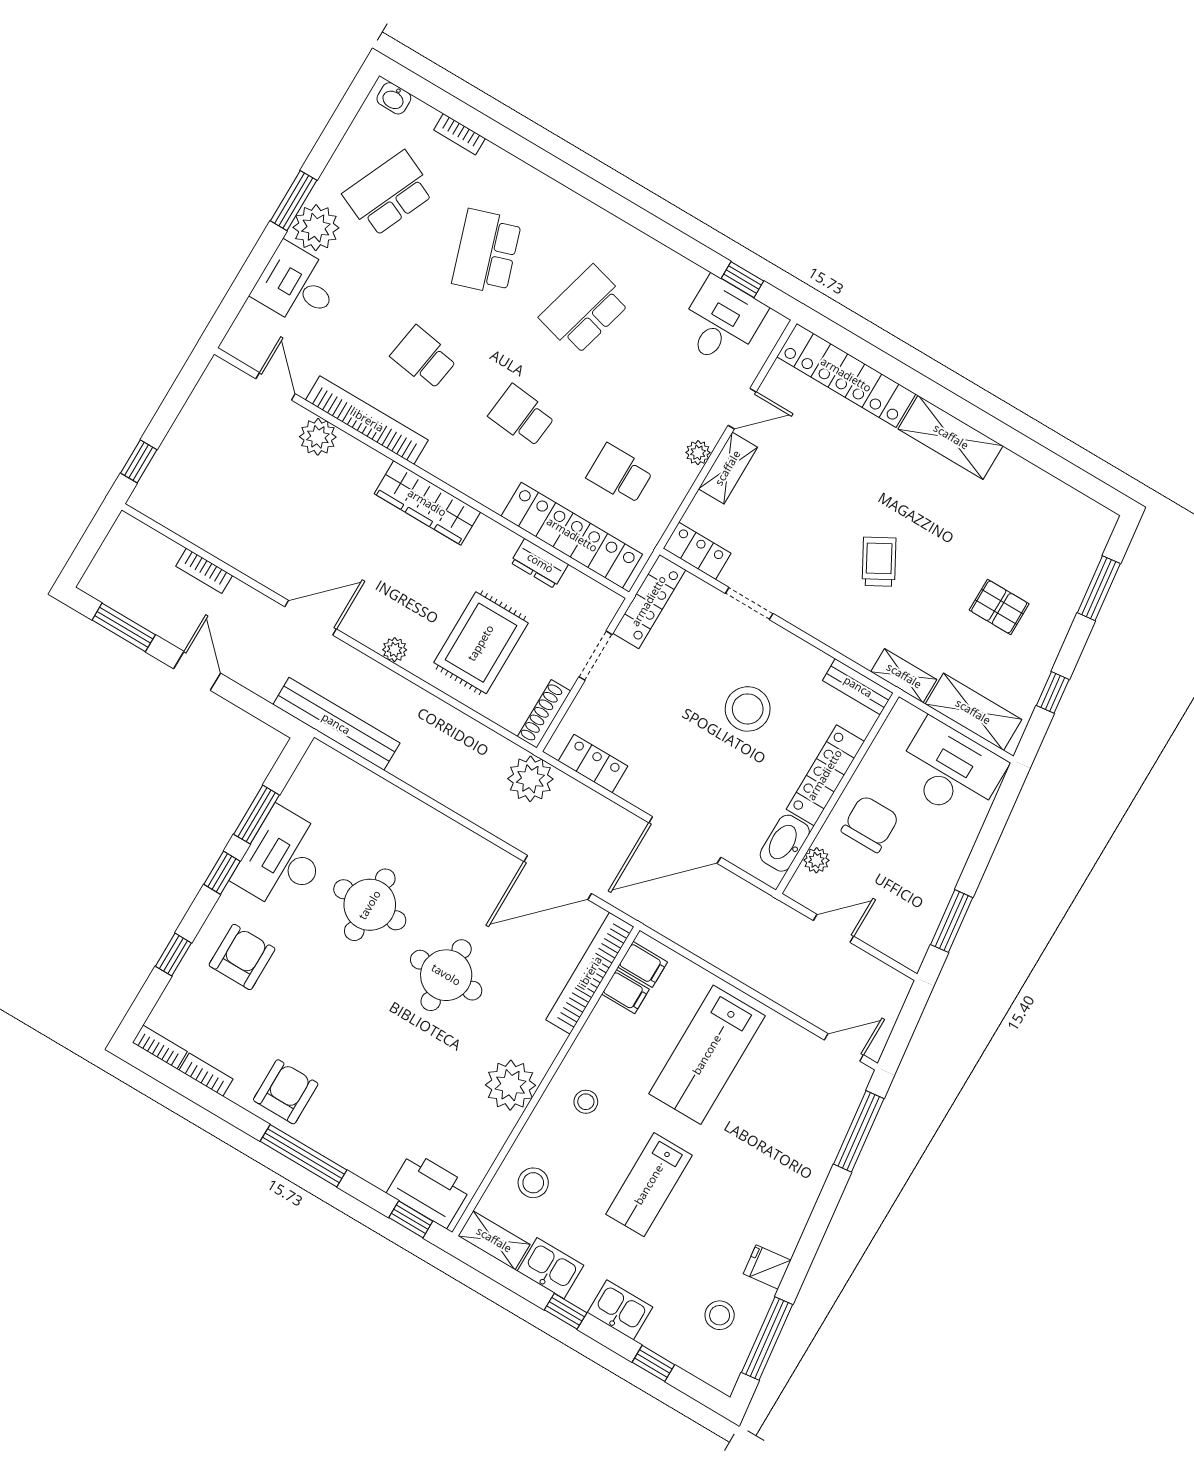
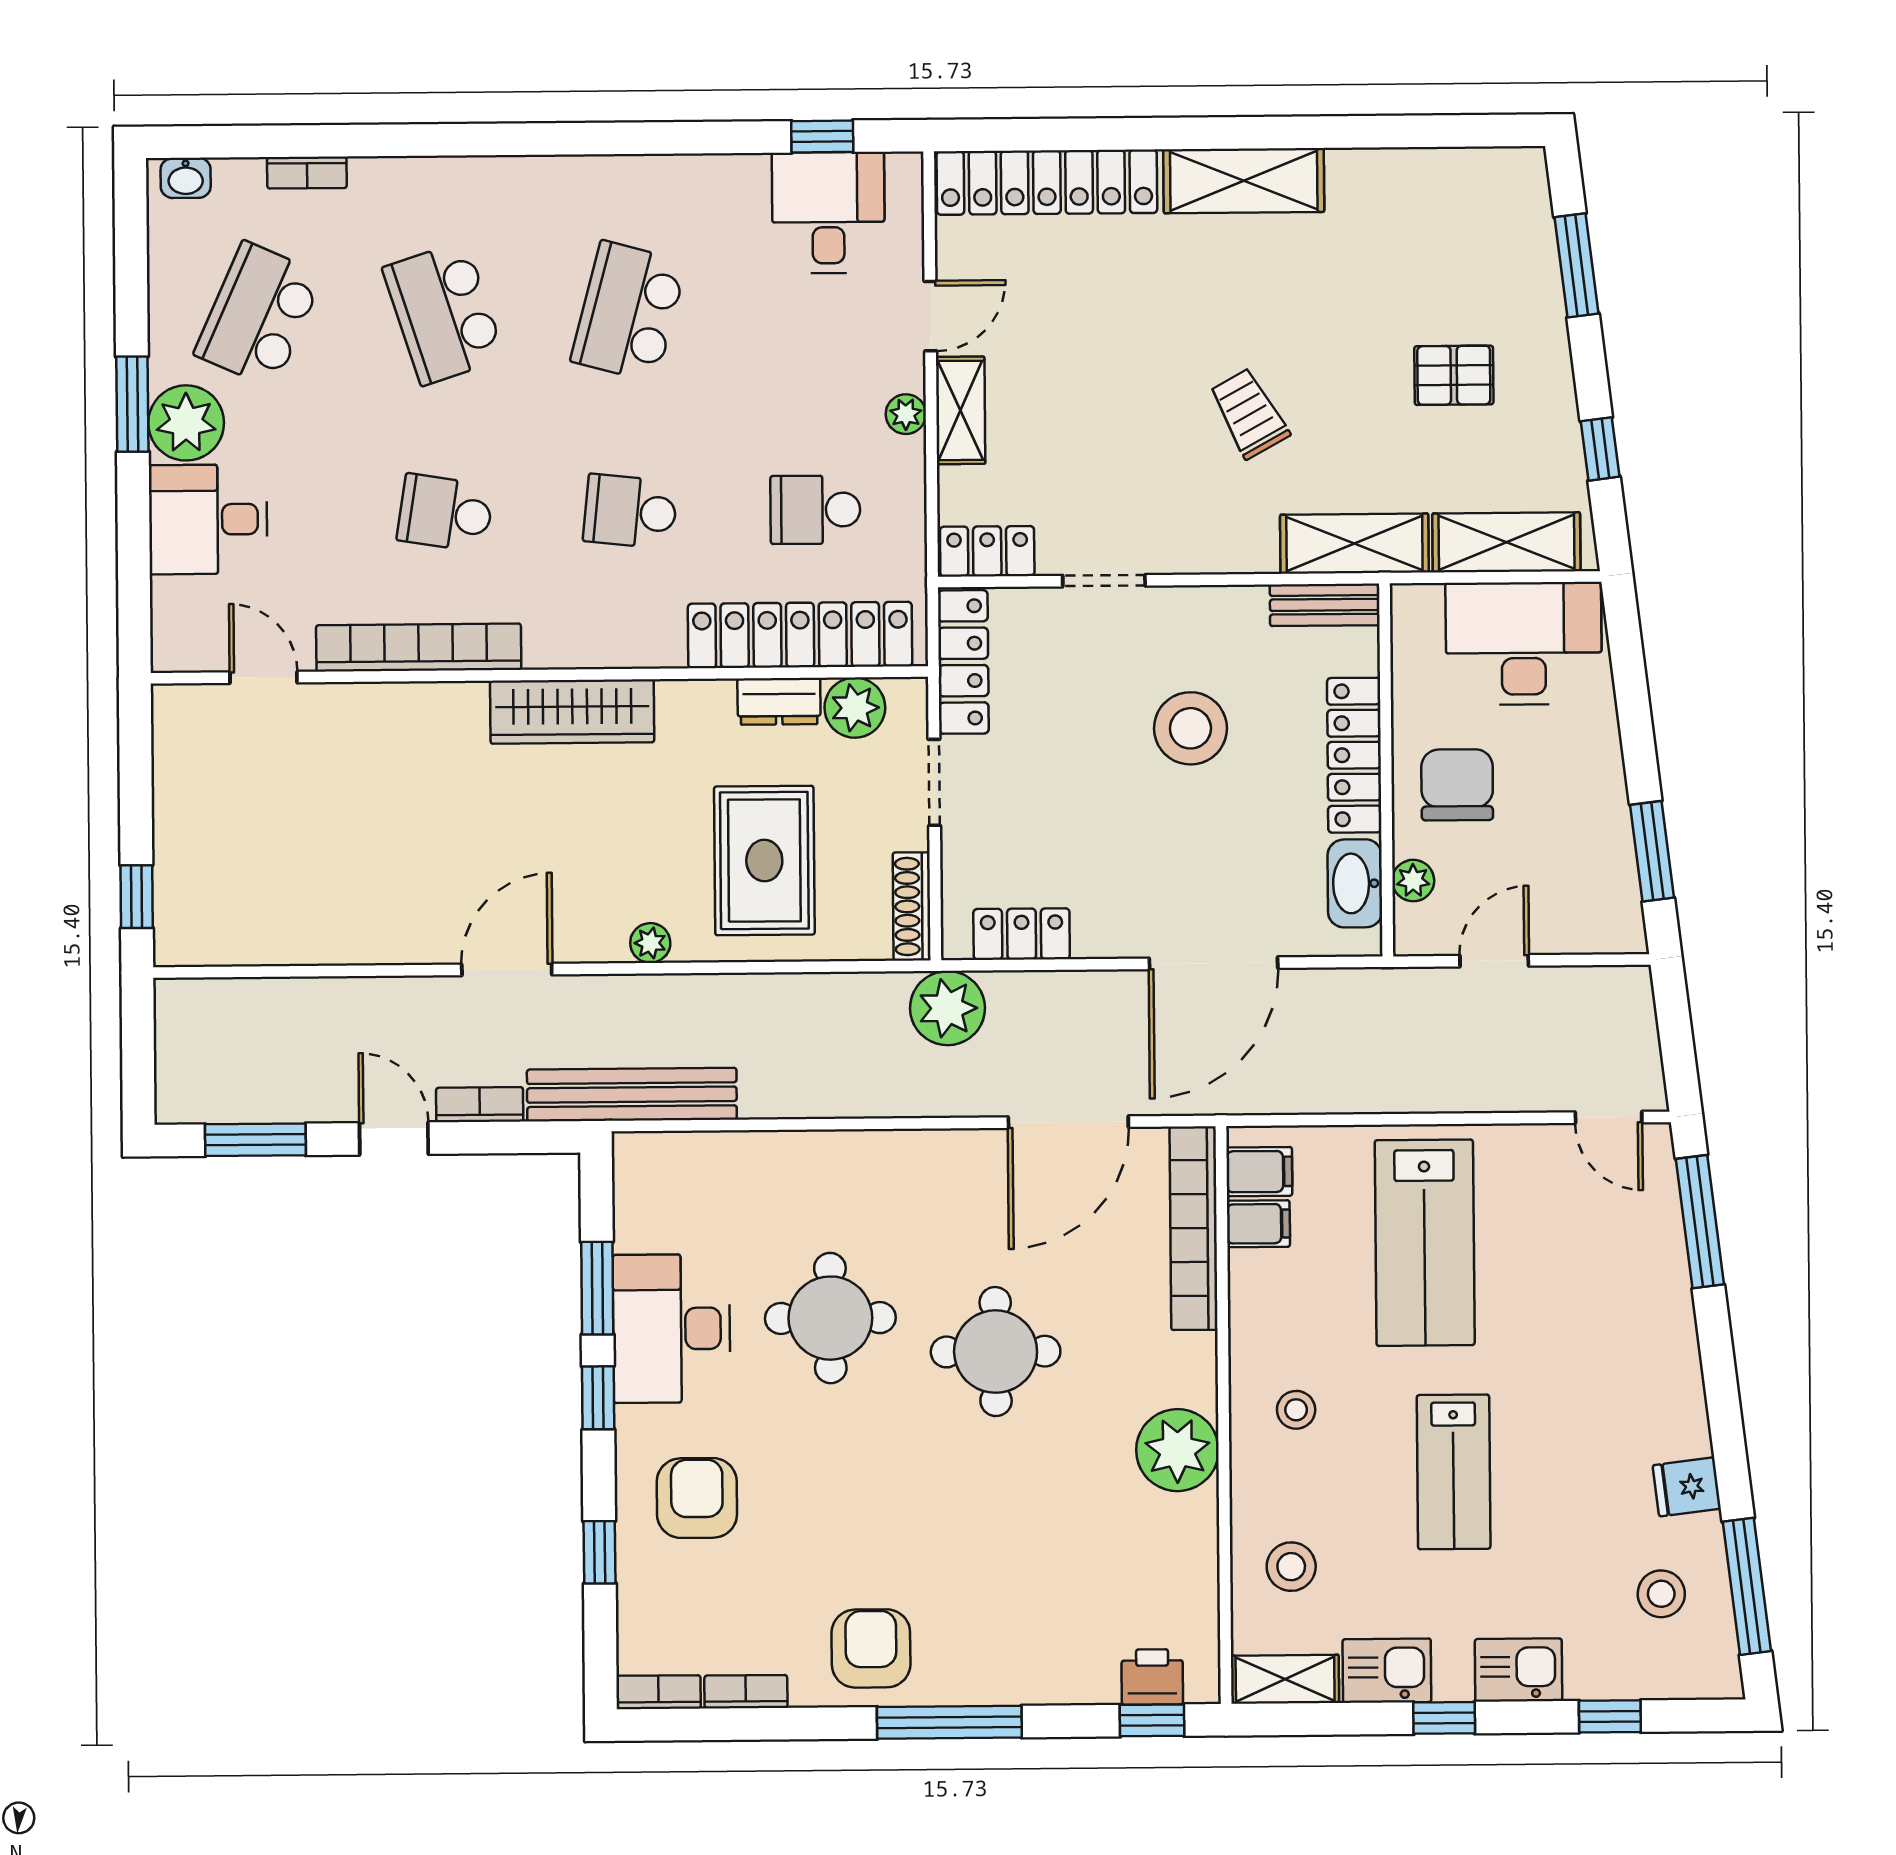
plant: (318, 437) -> (855, 708), moved
bookcase: (204, 571) -> (480, 1105), moved, turned 180
shelving: (904, 676) -> (1354, 544), width x1.50, depth x1.33
door: (844, 1047) -> (1609, 1117), swing flipped
printer: (429, 1190) -> (1152, 1677), width x0.53, depth x0.68

